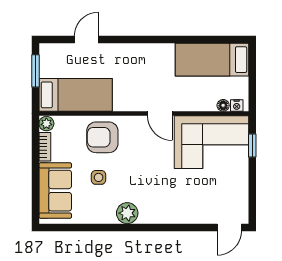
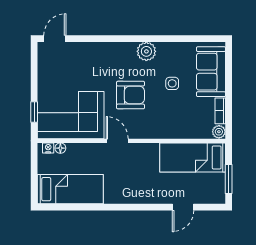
armchair: (102, 137) -> (130, 95), moved

